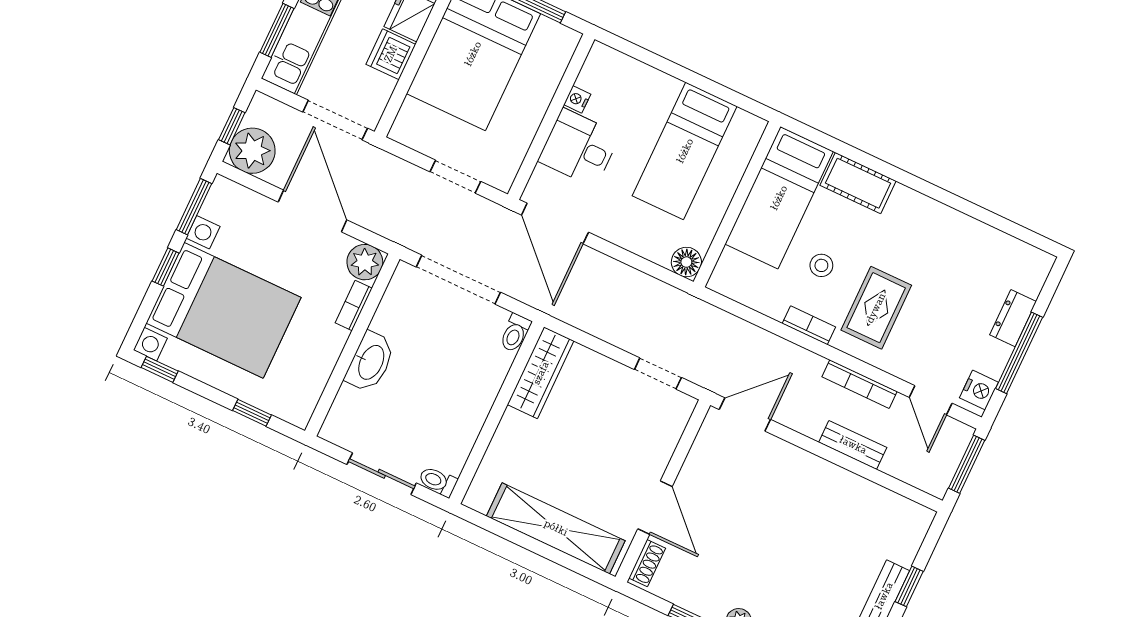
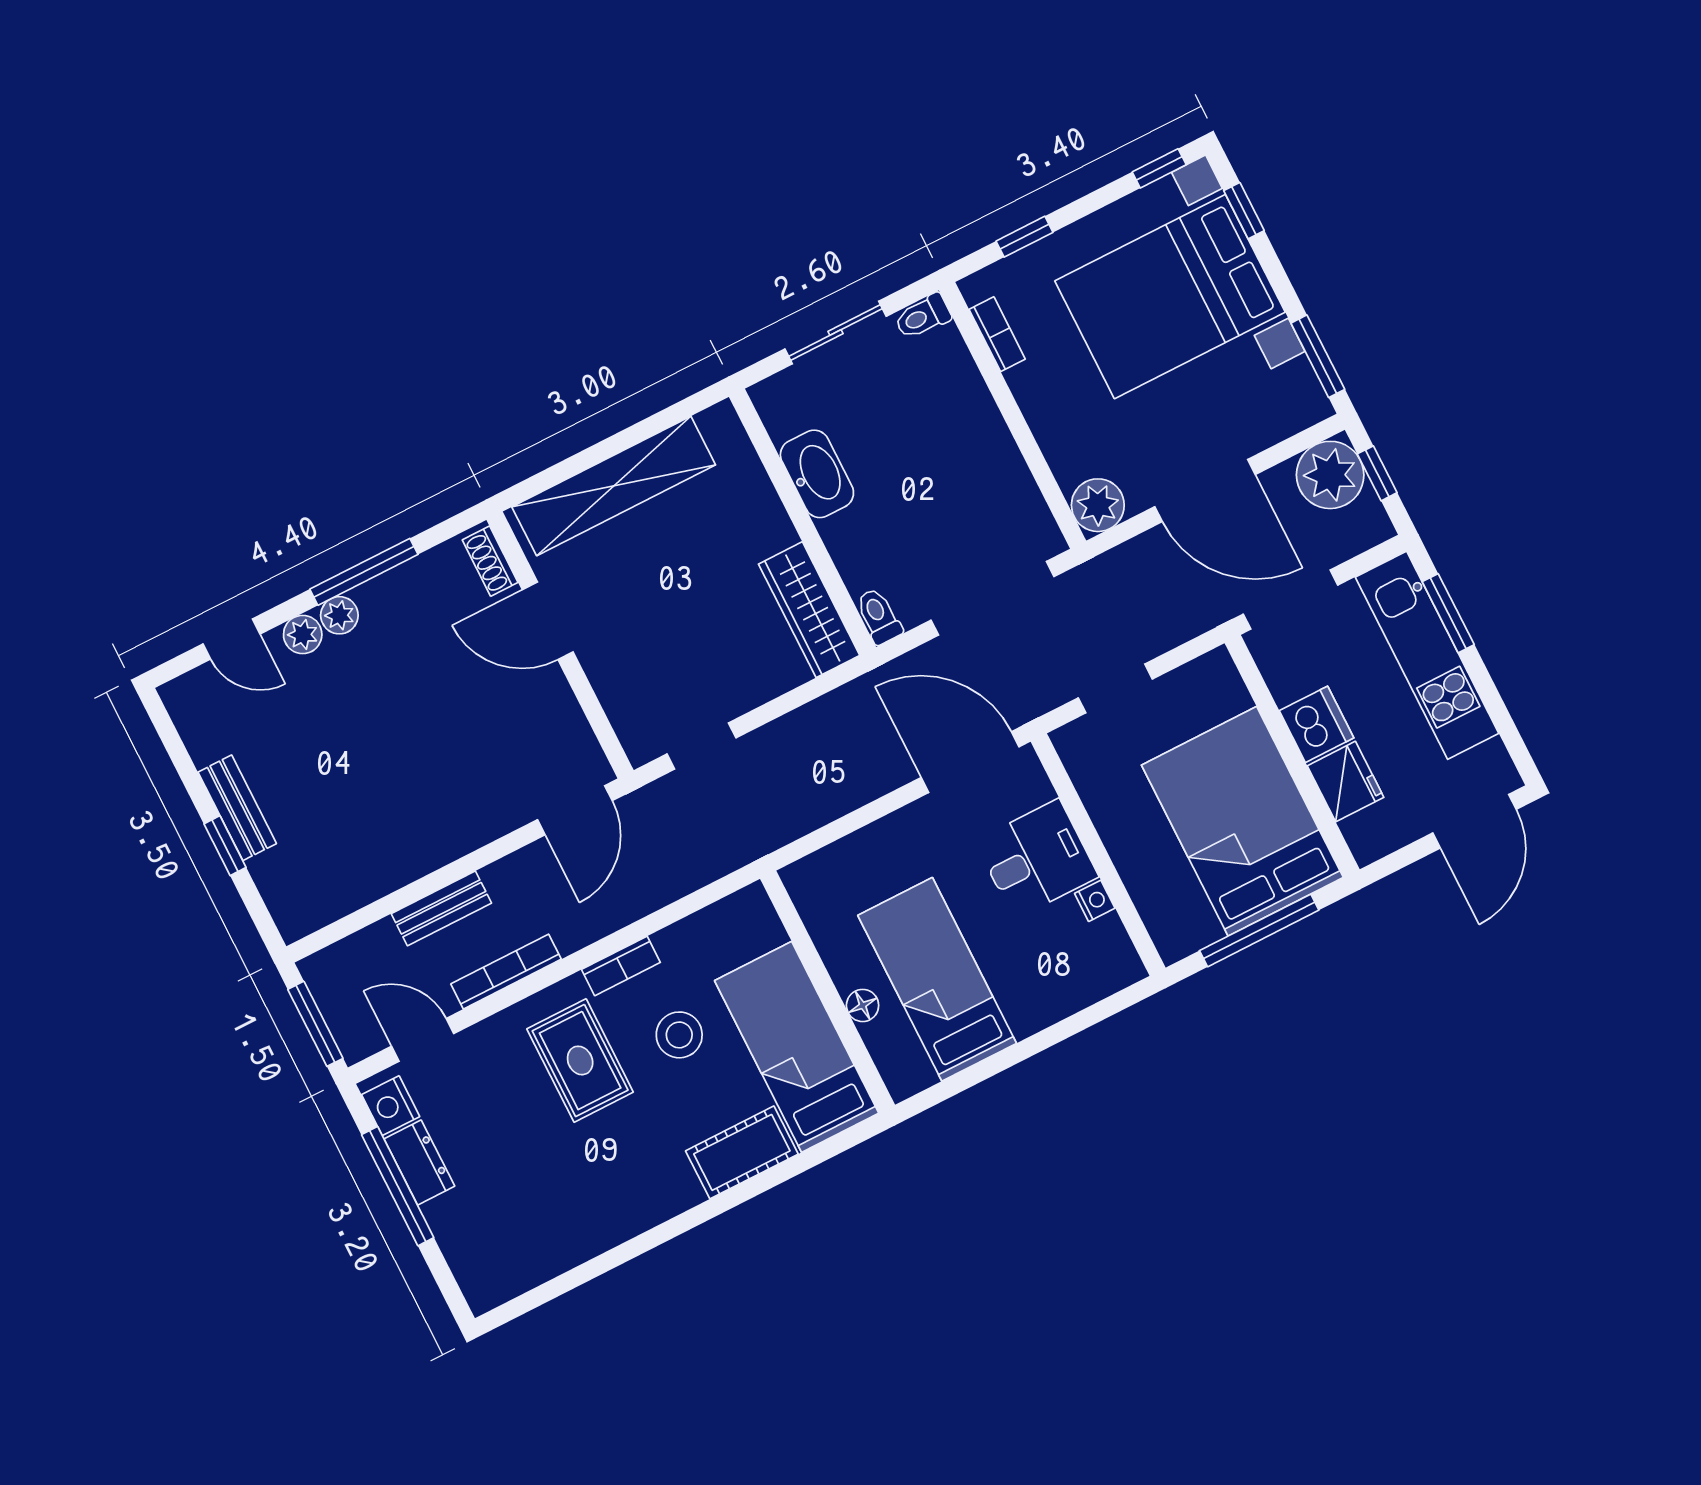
floor lamp: (686, 262) -> (863, 1005), moved, width x0.73, depth x0.73
stool: (821, 265) -> (679, 1035), width x1.37, depth x1.37
window: (166, 267) -> (1244, 211), moved
bookcase: (354, 305) -> (997, 334), moved
dresser: (1013, 318) -> (419, 1163), moved
washbasin: (370, 362) -> (817, 474), moved, turned 180
toilet: (438, 481) -> (923, 317), moved, turned 180

